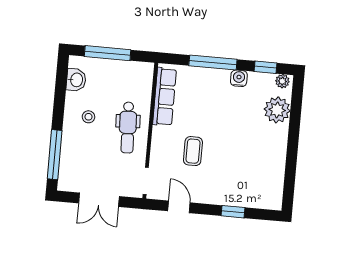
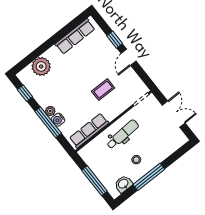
water cooler: (239, 78) -> (58, 120), moved
plant: (282, 81) -> (50, 111), moved
window: (55, 155) -> (149, 177), moved
row of seats: (275, 174) -> (75, 36), added
door: (179, 207) -> (129, 57), moved

